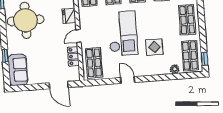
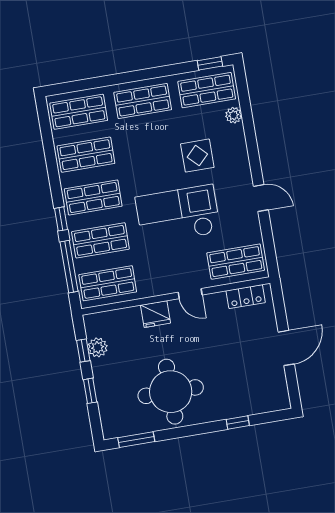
locker: (73, 56) -> (246, 297), moved
sofa: (18, 70) -> (261, 397), removed
door: (128, 80) -> (261, 198), swing flipped
door: (59, 85) -> (286, 348), moved

